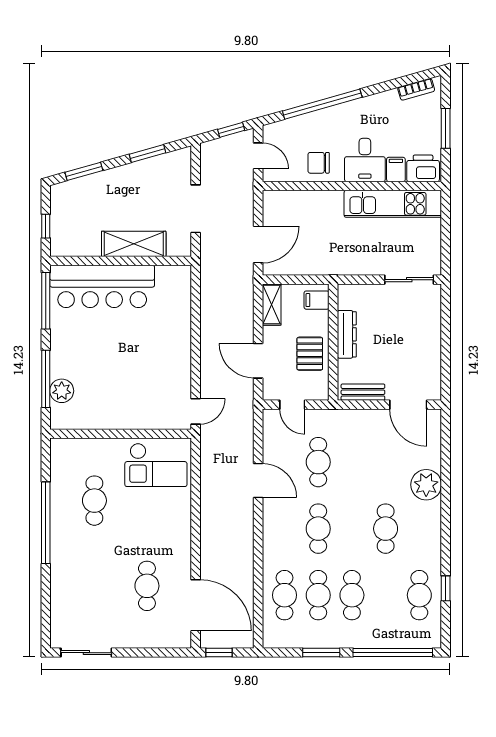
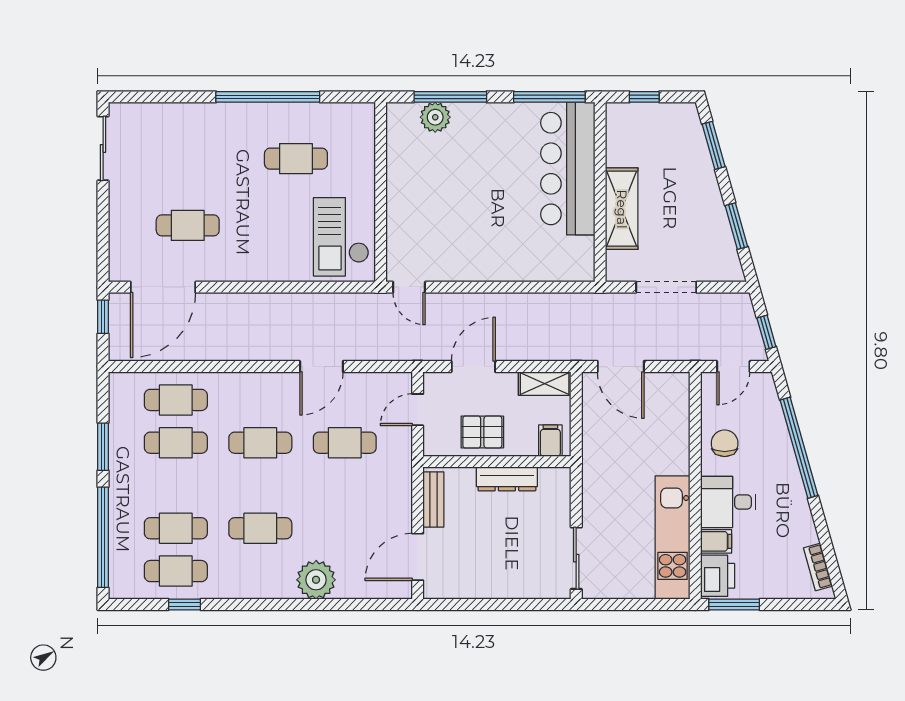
window: (446, 128) -> (734, 604), moved
cafe table: (352, 595) -> (176, 528), moved

